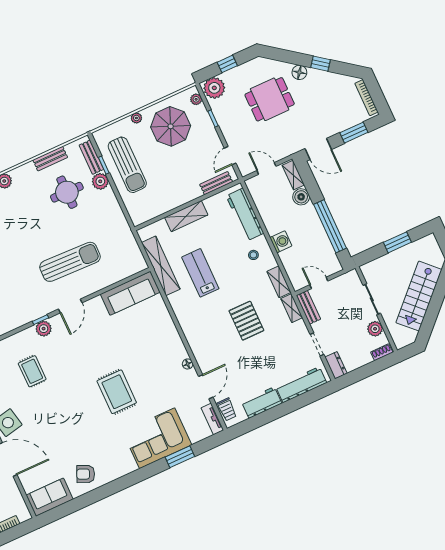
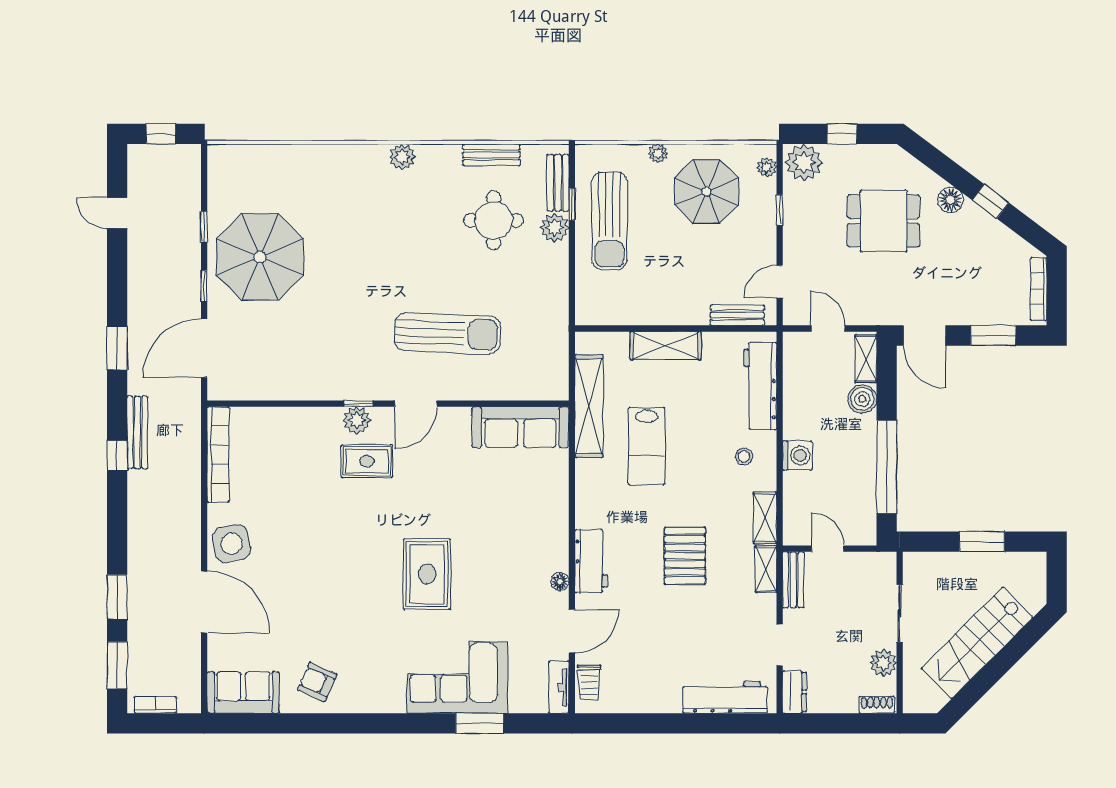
lab bench: (200, 273) -> (647, 446), turned 180
rug: (32, 371) -> (367, 461), moved, turned 90
workbench: (262, 403) -> (591, 561), moved, turned 90

